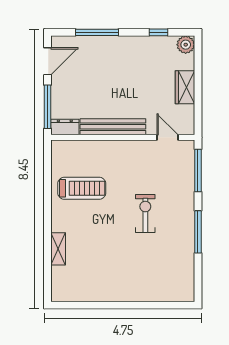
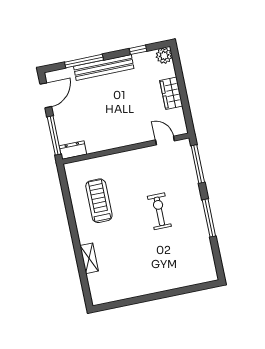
bench: (113, 127) -> (104, 67), moved
treadmill: (82, 188) -> (99, 201), turned -90

